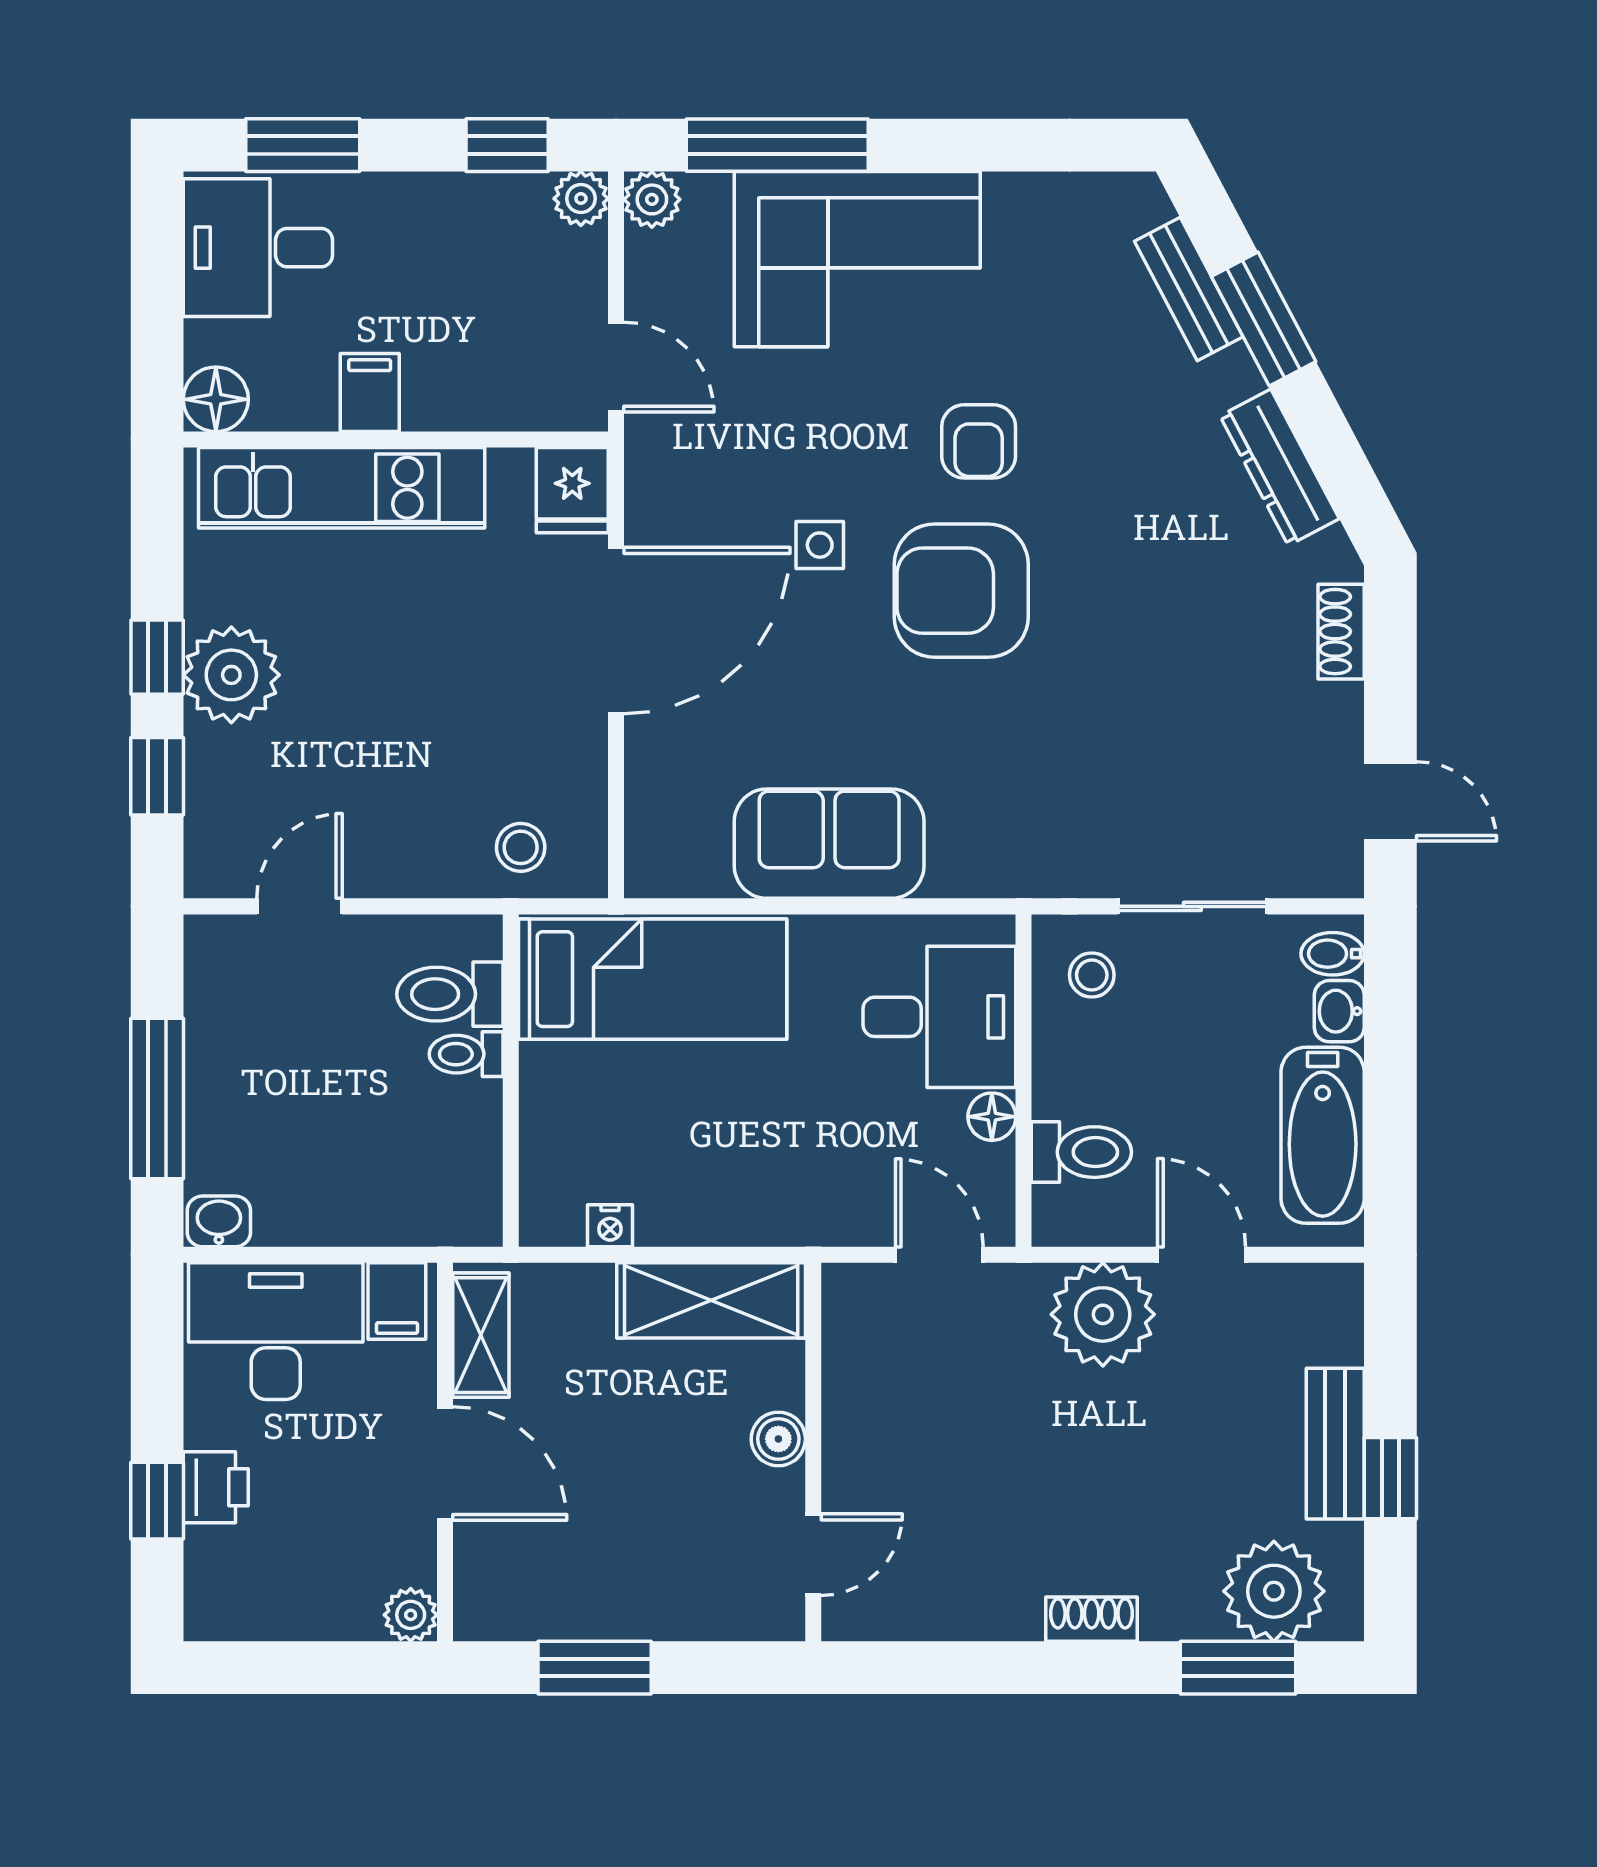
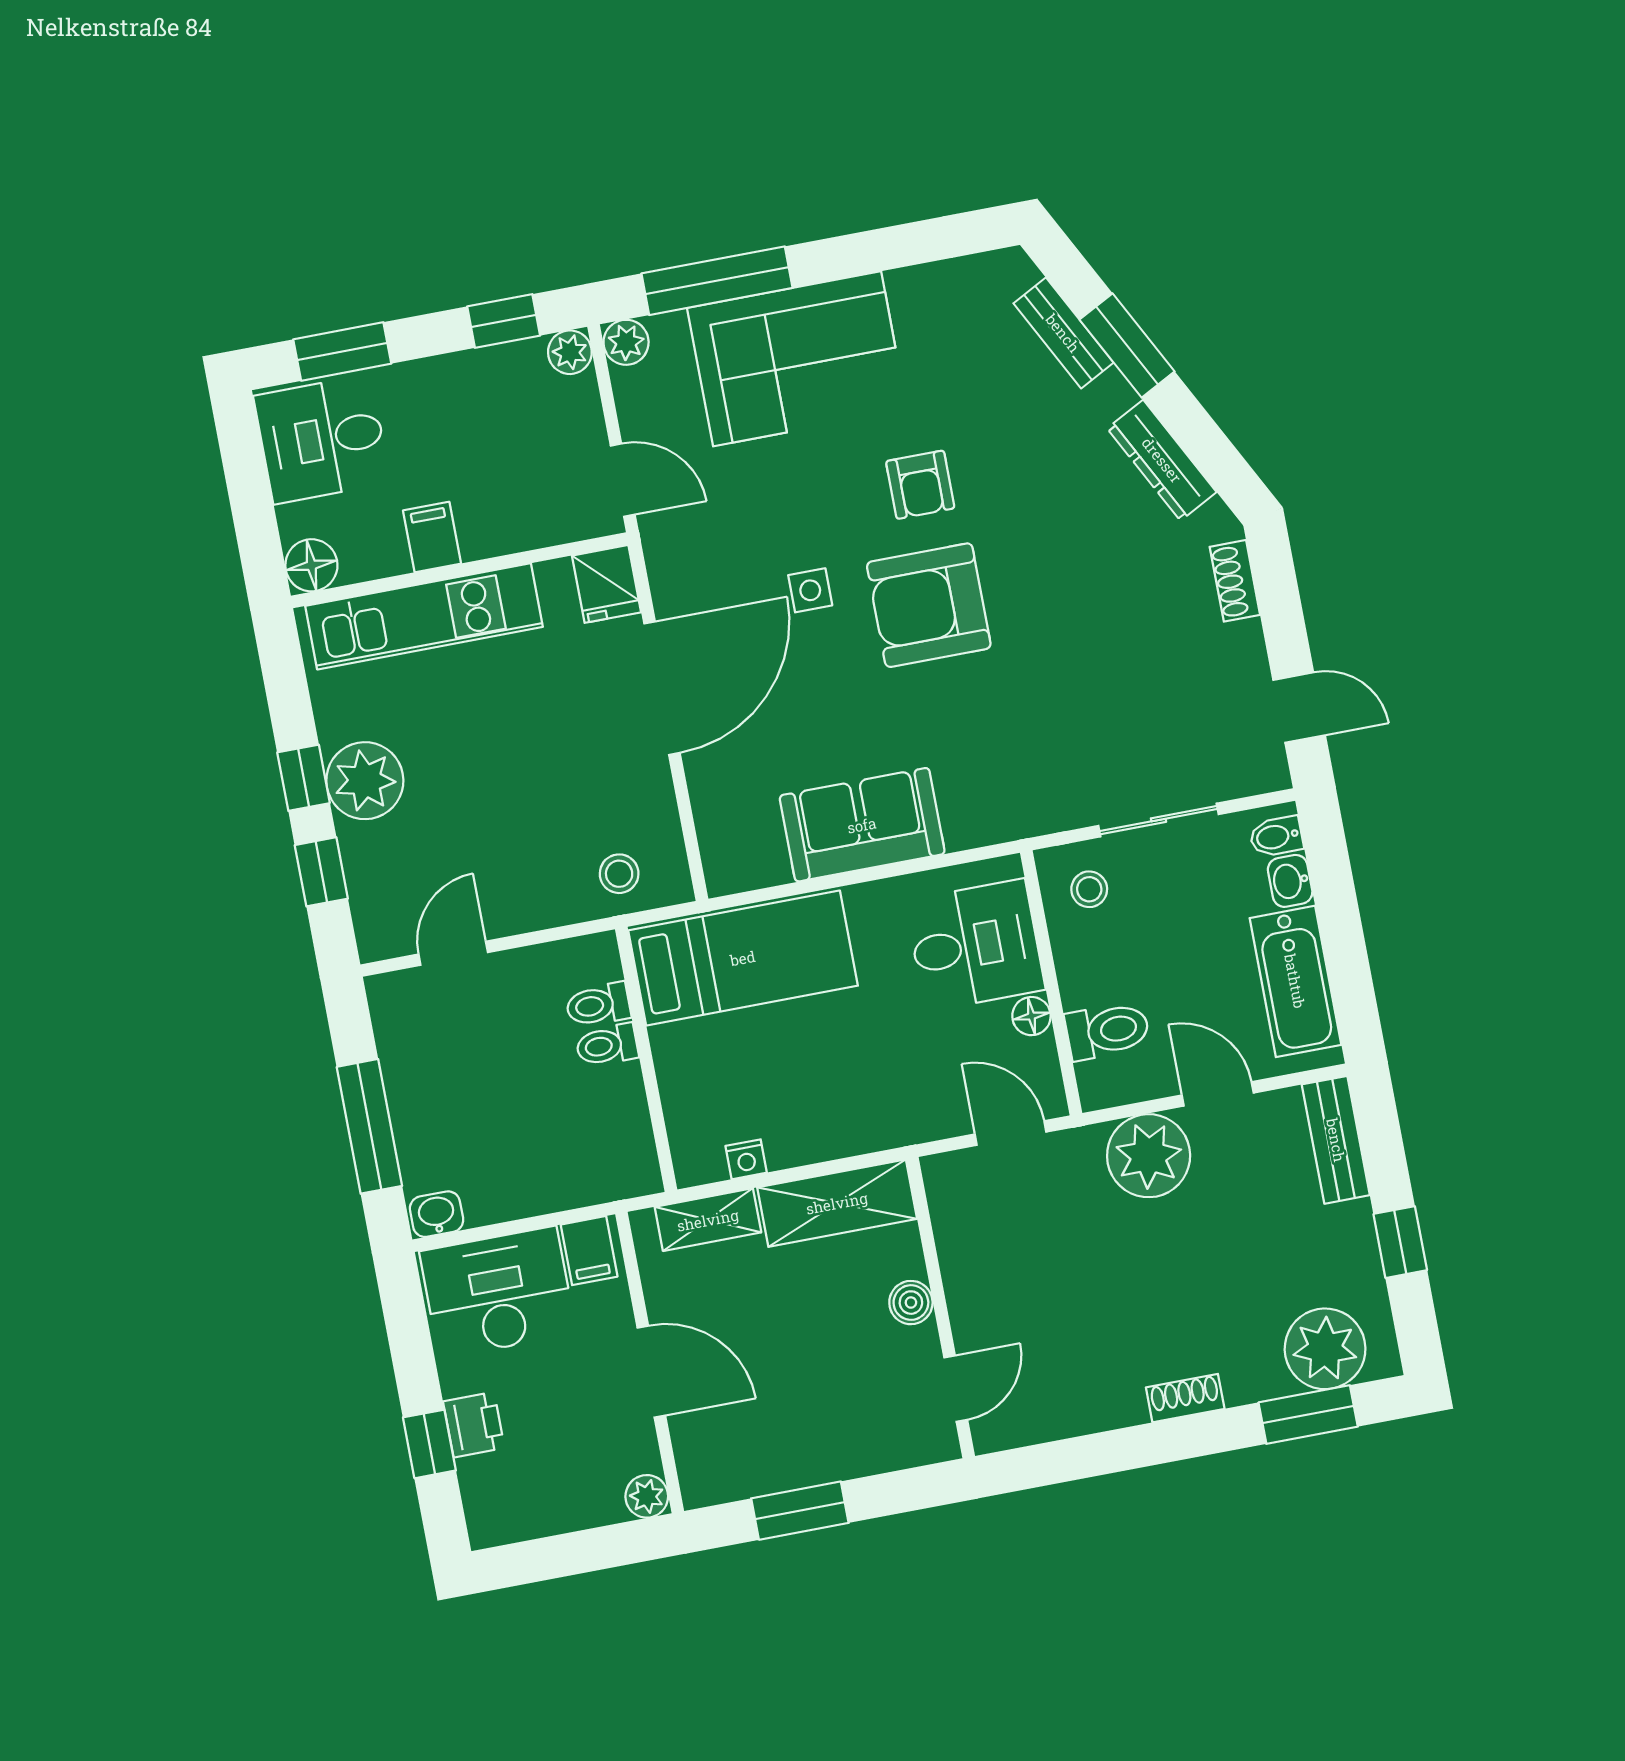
toilet: (450, 994) -> (598, 1005), width x0.73, depth x0.72
shelving: (481, 1335) -> (708, 1220), moved, turned 90
bench: (1335, 1444) -> (1336, 1140), moved

